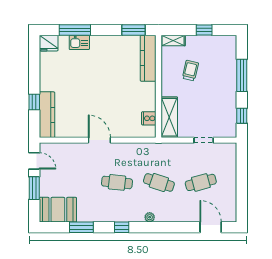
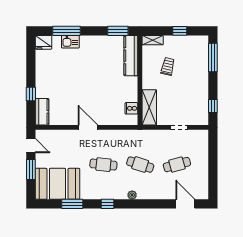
window: (242, 75) -> (213, 57), moved
kitchen counter: (47, 115) -> (42, 112), width x0.67
booth: (58, 210) -> (58, 184), width x1.36, depth x1.42

